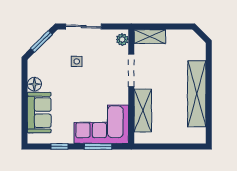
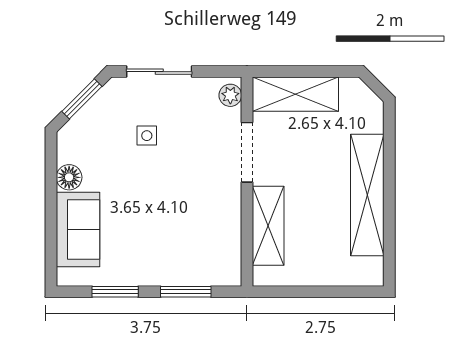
shelving: (150, 36) -> (295, 94), width x1.50, depth x1.33
corner sofa: (101, 124) -> (192, 251), removed
window: (59, 146) -> (115, 292), width x1.50

